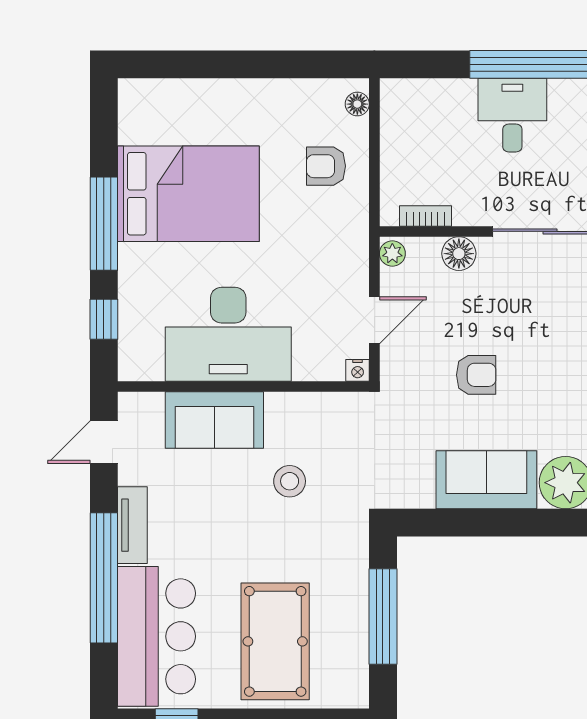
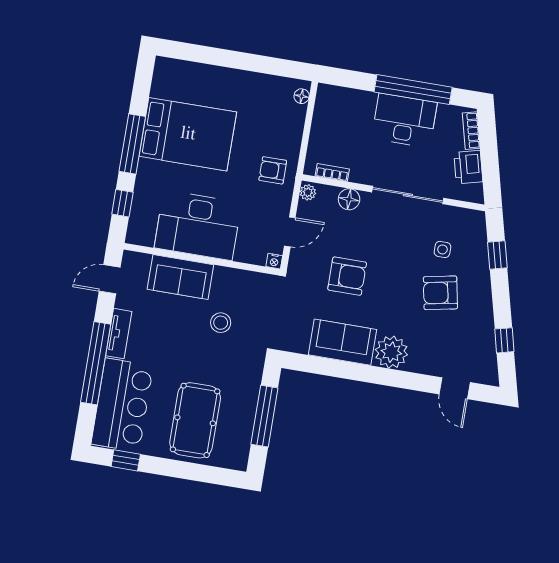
desk: (512, 115) -> (404, 120), width x1.37
armchair: (326, 166) -> (273, 170), moved
armchair: (476, 375) -> (347, 276), width x1.38, depth x1.38

